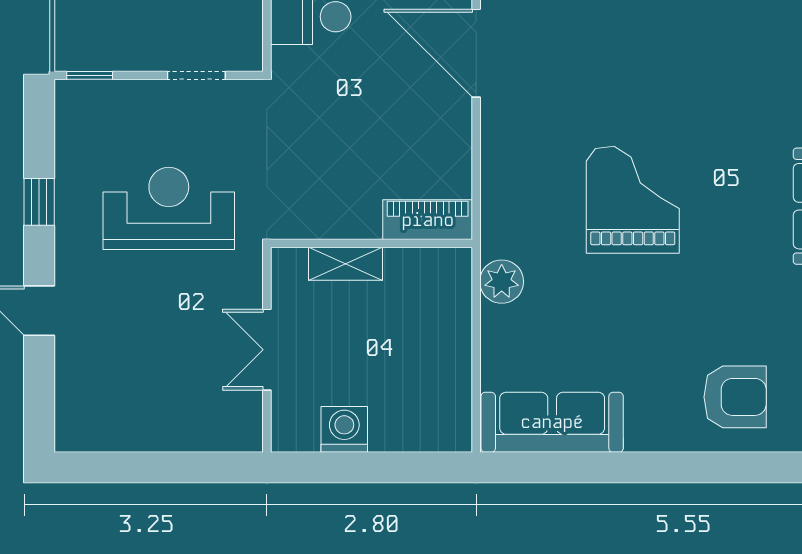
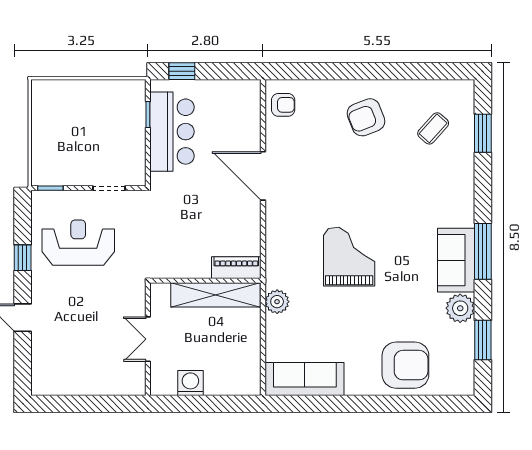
reception desk: (169, 208) -> (78, 243), moved
shelving: (346, 264) -> (216, 295), width x2.20, depth x1.33
armchair: (735, 397) -> (405, 365), width x1.36, depth x1.36

